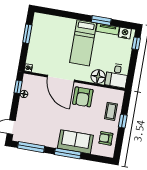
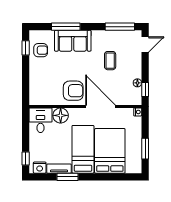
bed: (59, 37) -> (110, 151), added
armchair: (83, 97) -> (73, 91), turned 90
coffee table: (111, 111) -> (110, 61), moved
window: (123, 121) -> (26, 48), moved
window: (68, 153) -> (66, 27), moved

